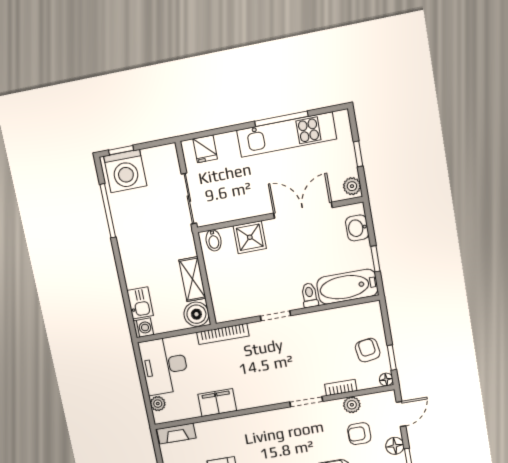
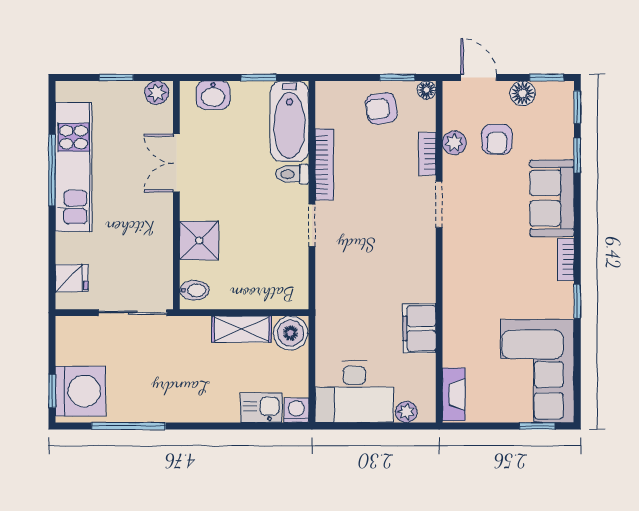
double door: (303, 210) -> (176, 163), width x0.73
bookcase: (223, 334) -> (324, 165), moved

